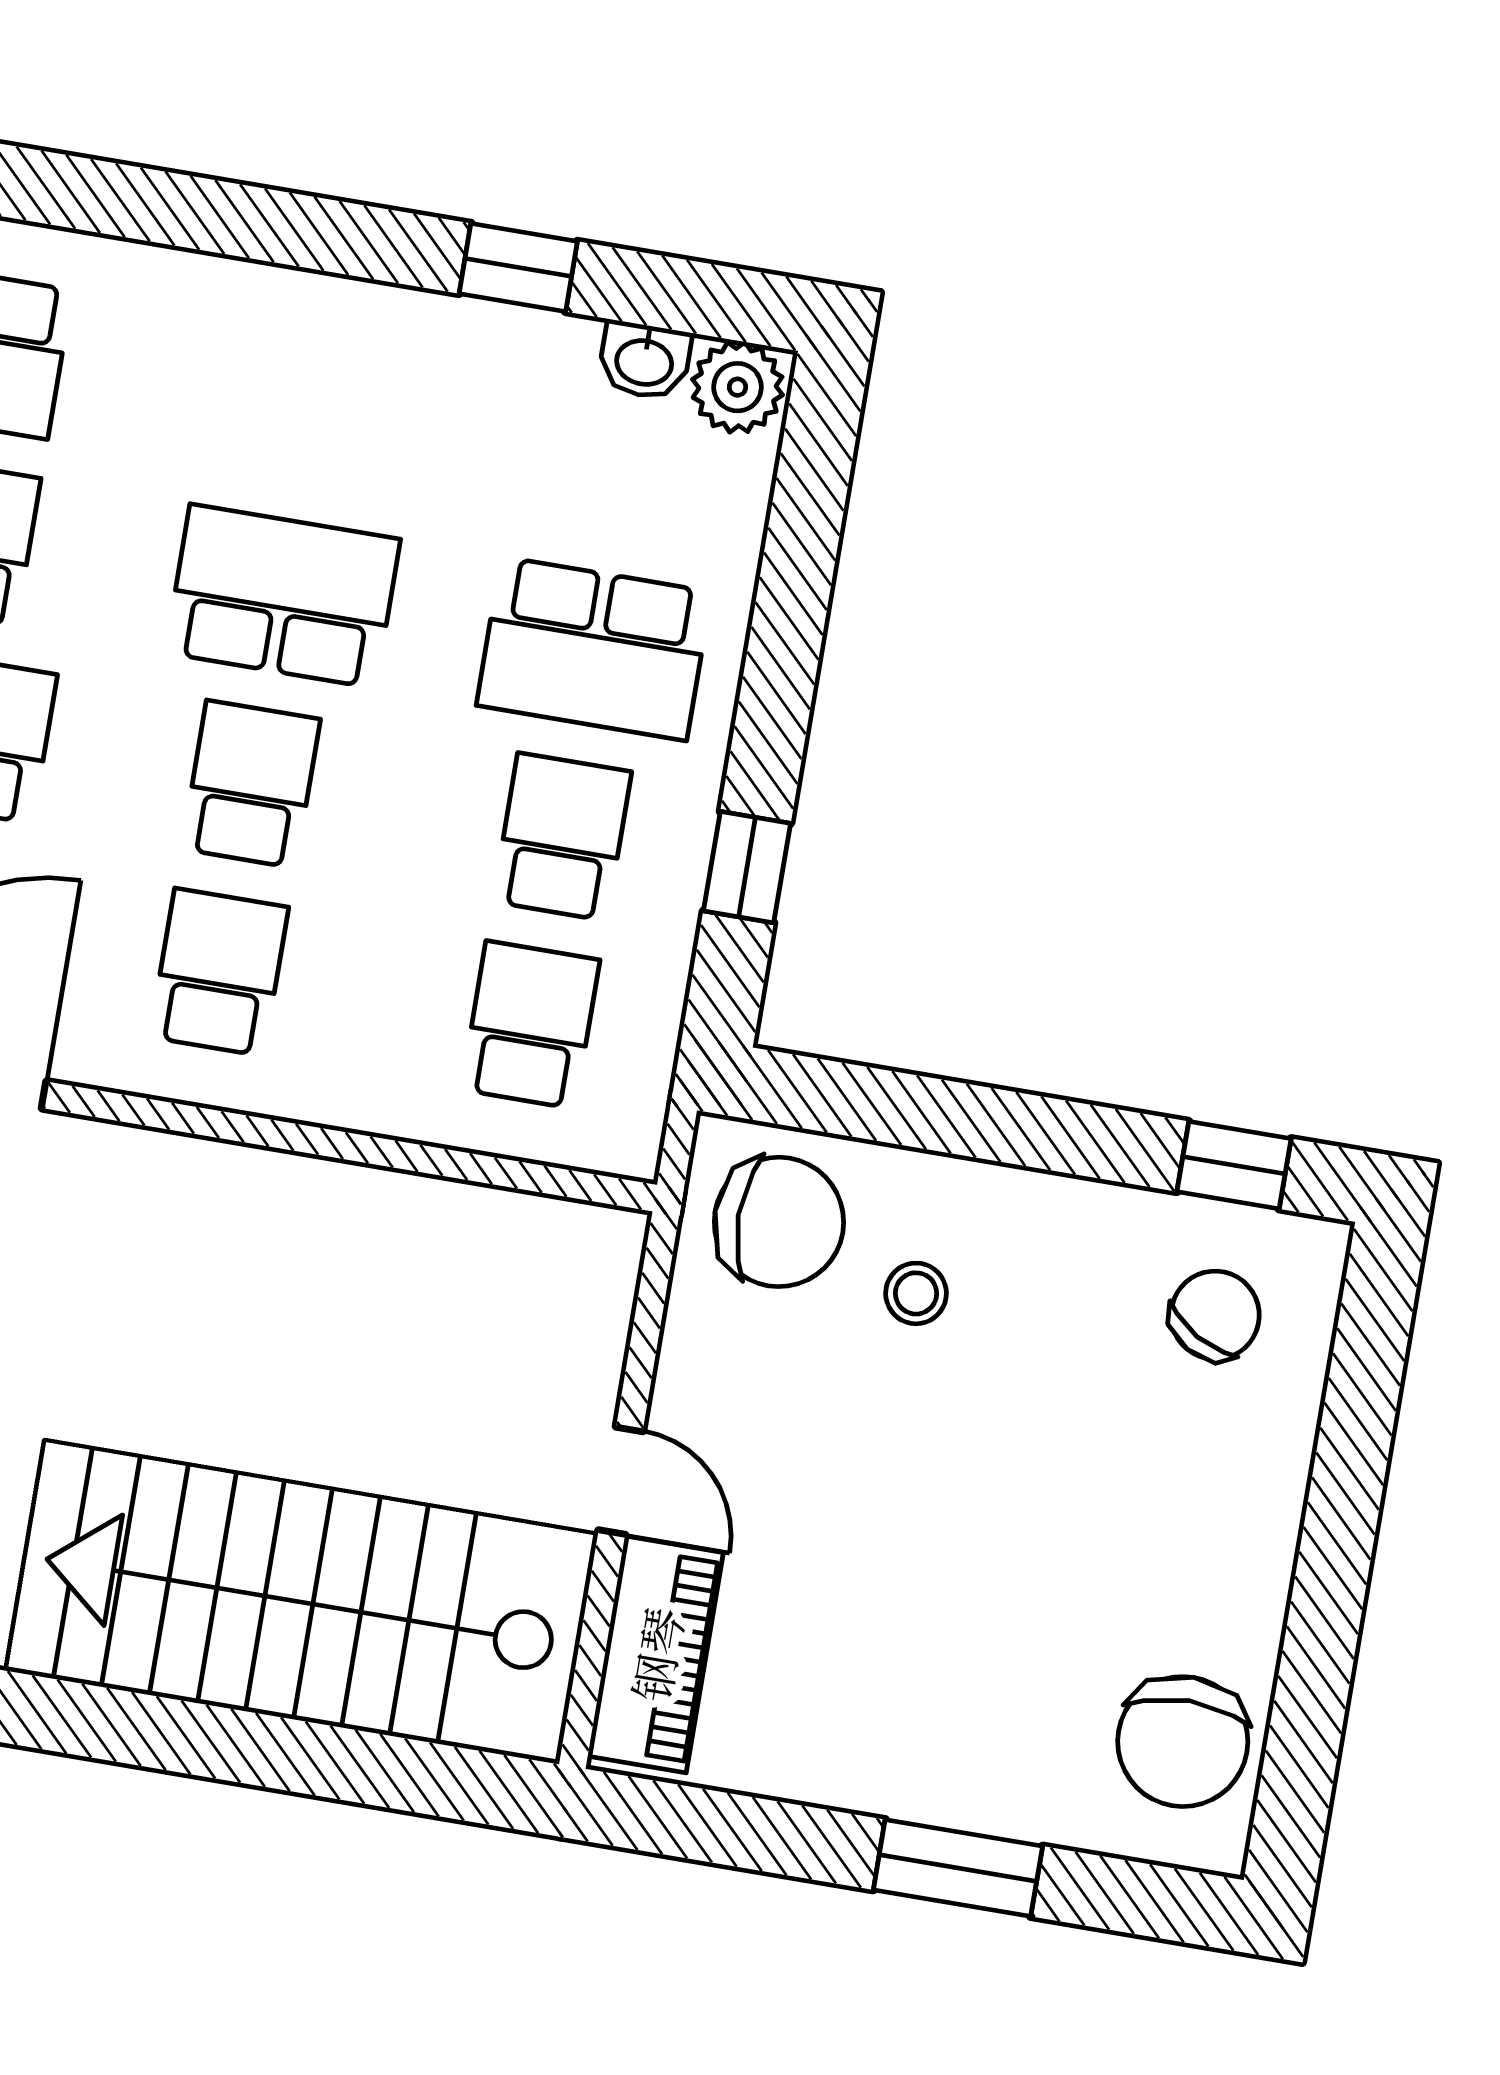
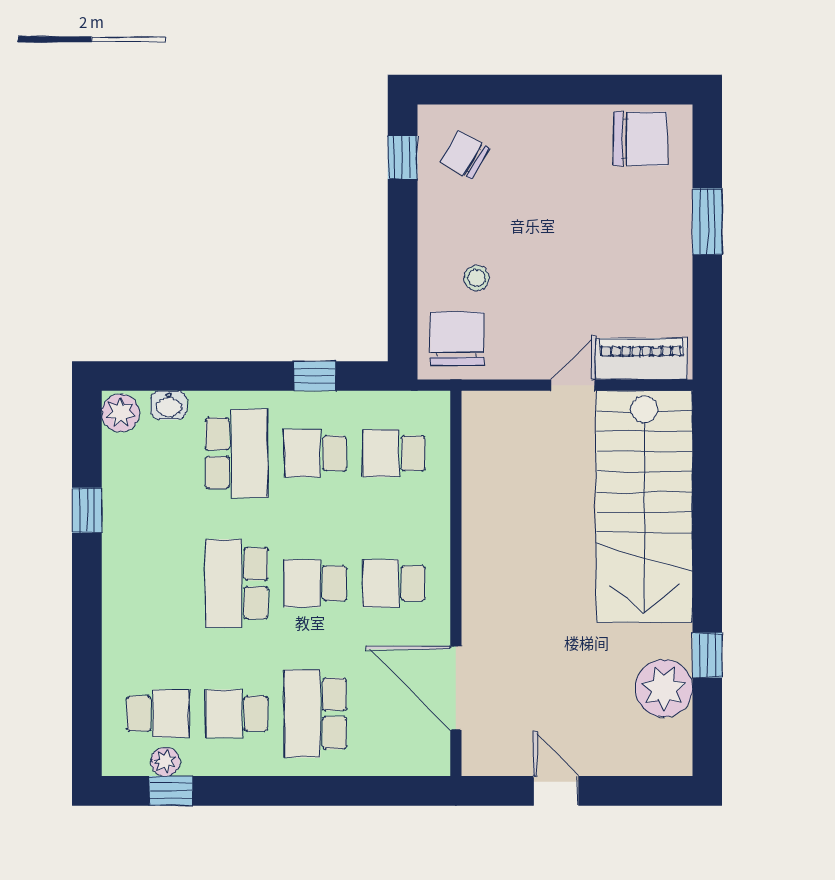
washbasin: (644, 360) -> (169, 405), moved, turned 90

